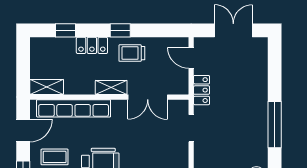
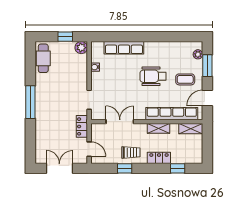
window: (120, 30) -> (125, 168), moved
double door: (233, 30) -> (59, 168), swing flipped
shelving: (111, 87) -> (159, 128), moved

